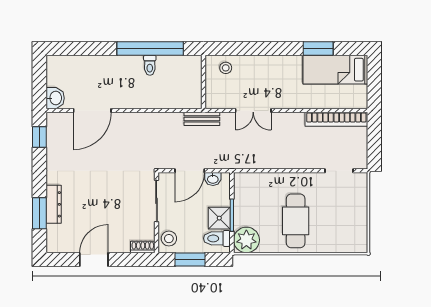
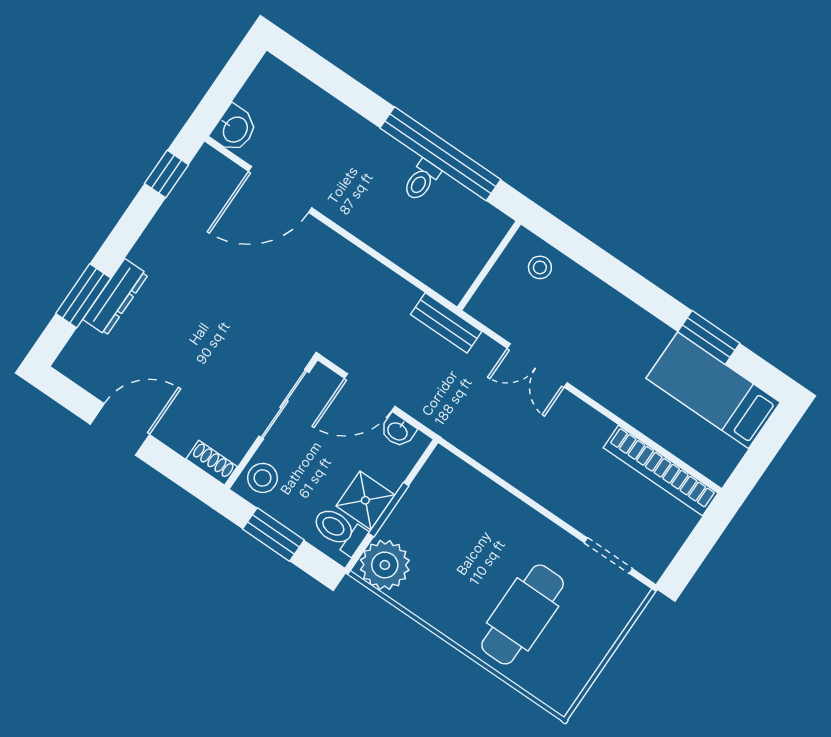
cafe table: (296, 221) -> (523, 614), moved

